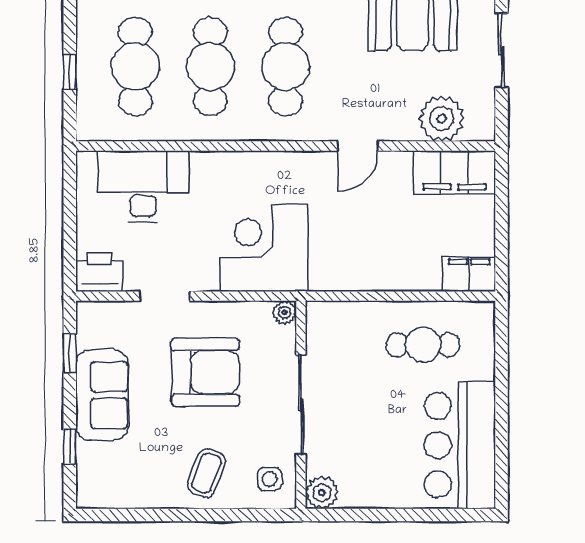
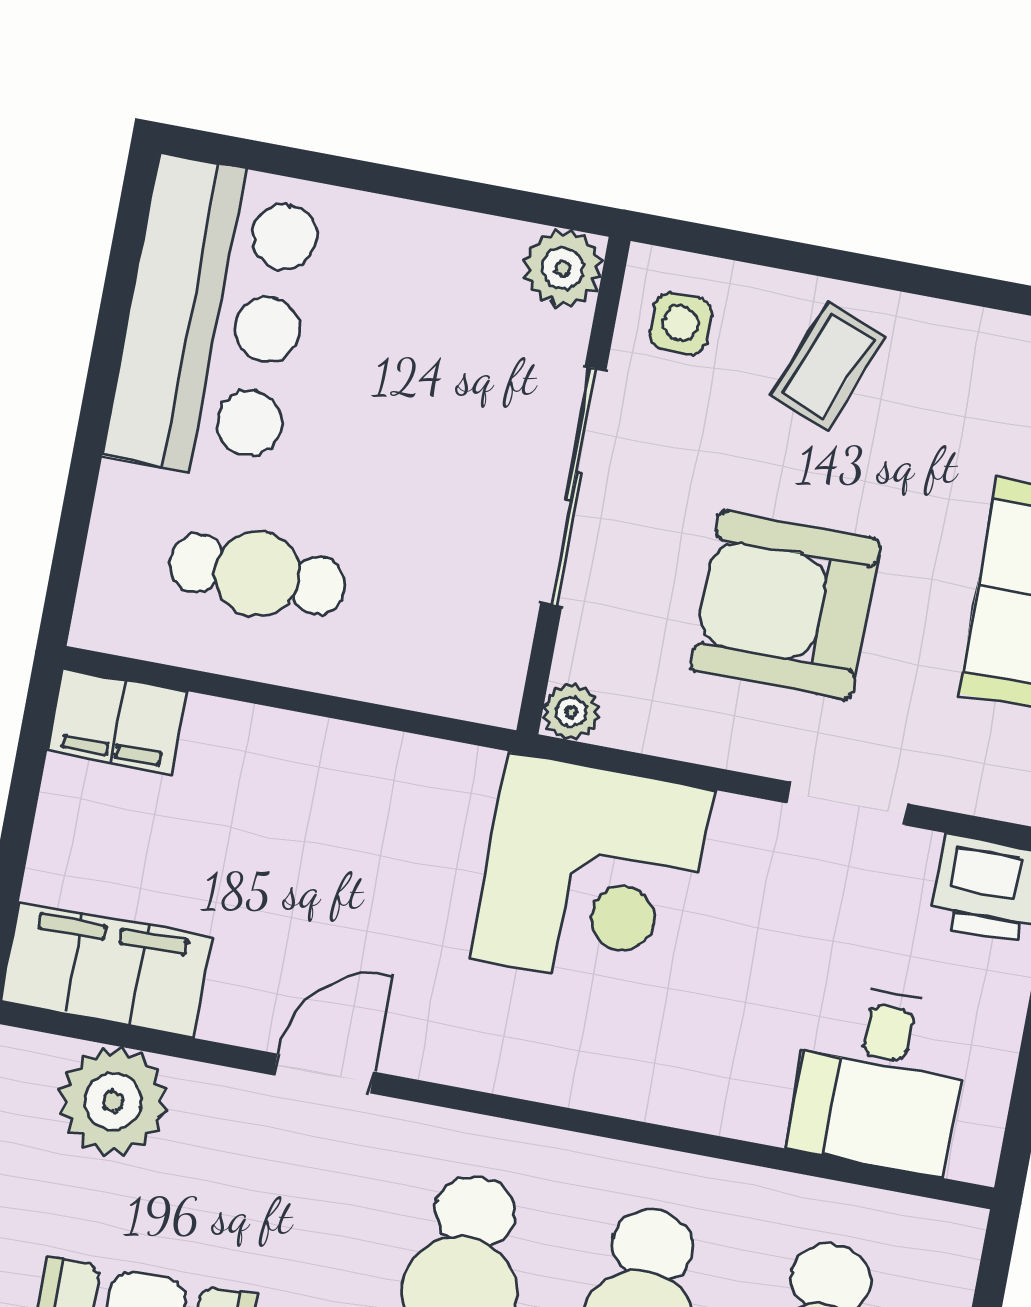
desk: (143, 186) -> (880, 1079), width x0.73

